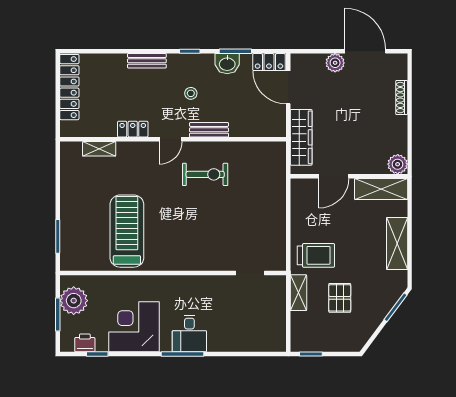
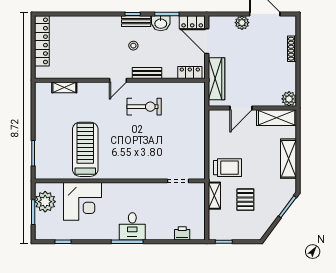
bench: (147, 61) -> (136, 21), moved
locker: (133, 129) -> (190, 73), moved
corner desk: (134, 327) -> (83, 201), moved, turned 180
printer: (85, 343) -> (182, 233), moved

